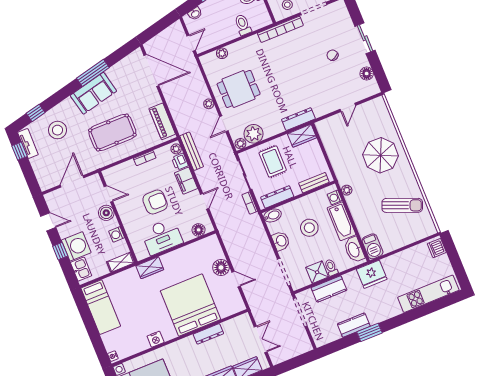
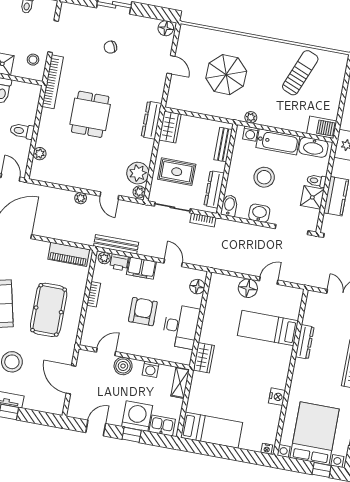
toilet: (243, 25) -> (22, 131), moved
floor lamp: (367, 74) -> (166, 28), moved
dining table: (239, 89) -> (90, 114), moved
parasol: (381, 155) -> (226, 75), moved
bed: (191, 305) -> (268, 328), width x0.49

